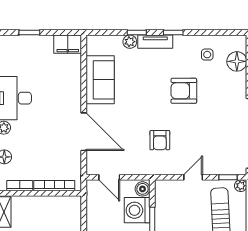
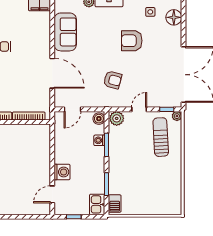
armchair: (160, 140) -> (113, 80), turned -75
door: (109, 177) -> (73, 109), hinge flipped
plant: (165, 189) -> (117, 118), added
washing machine: (137, 210) -> (99, 140), width x0.53, depth x0.53

